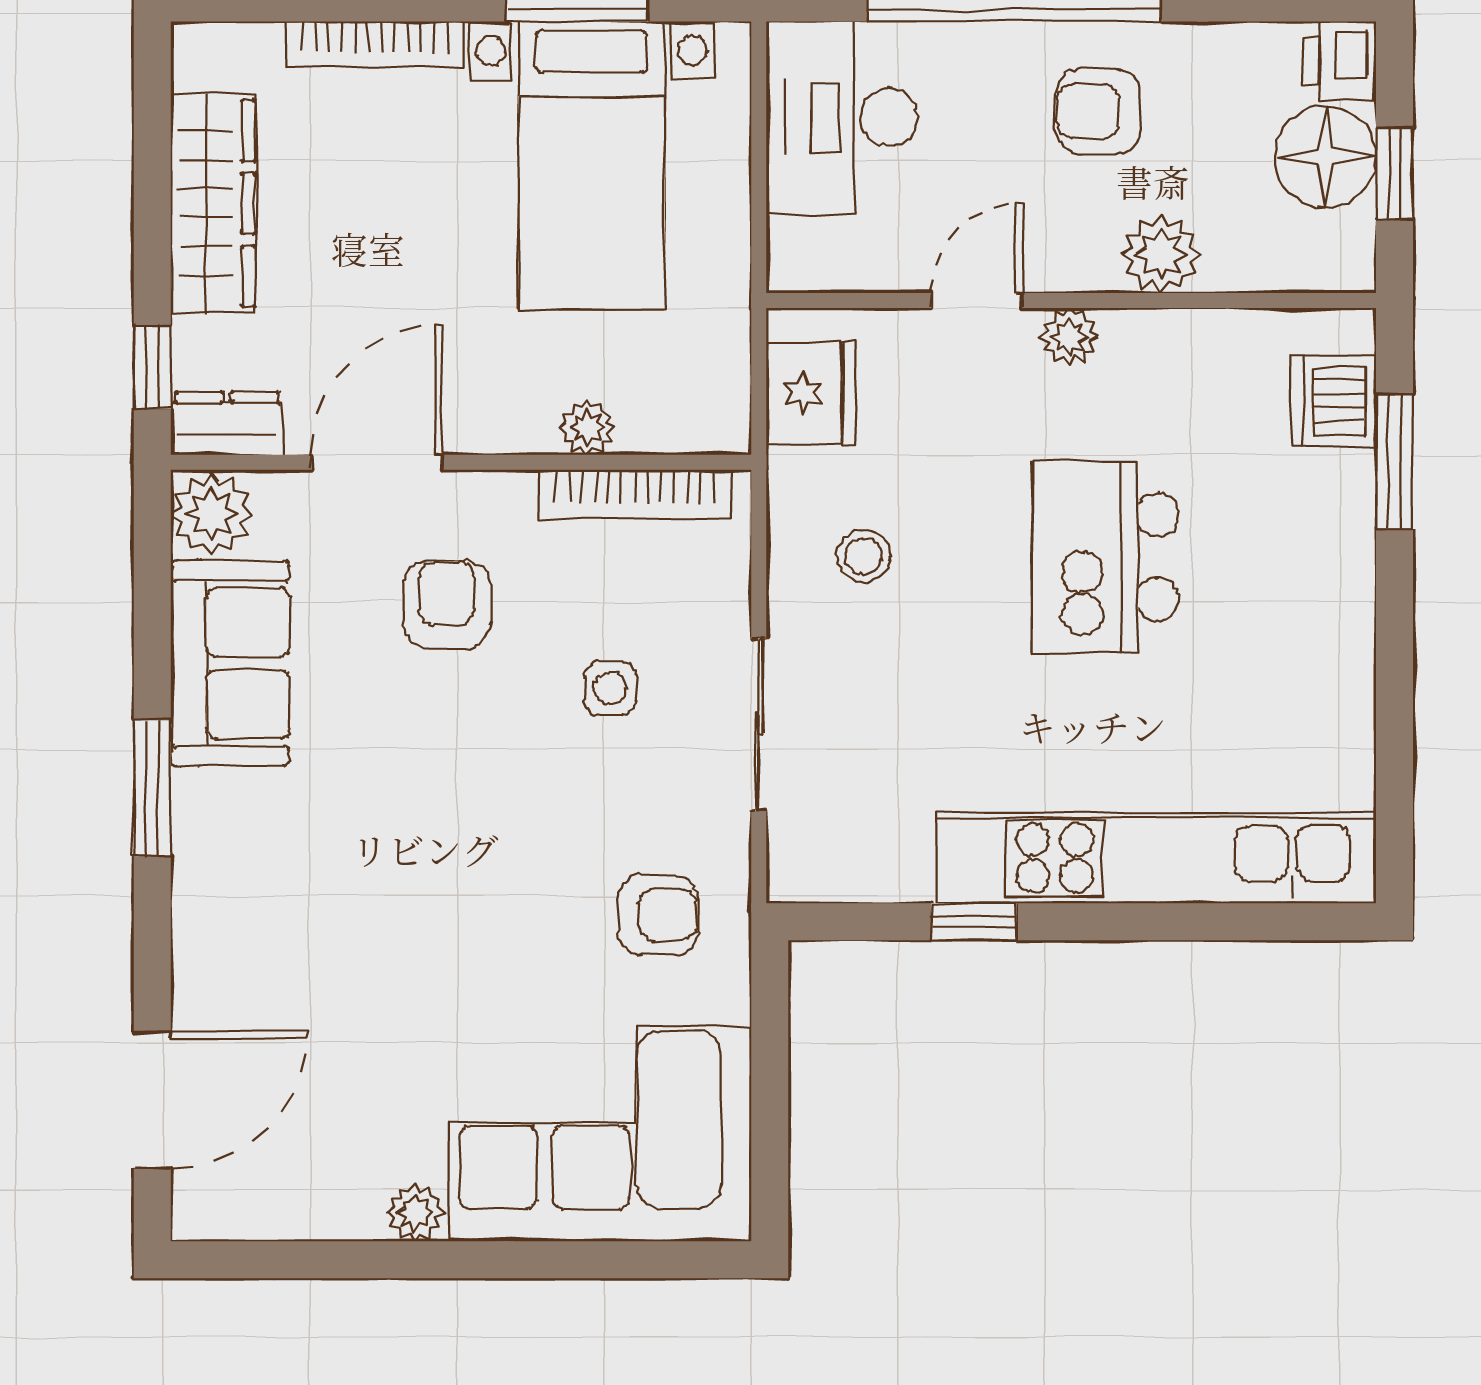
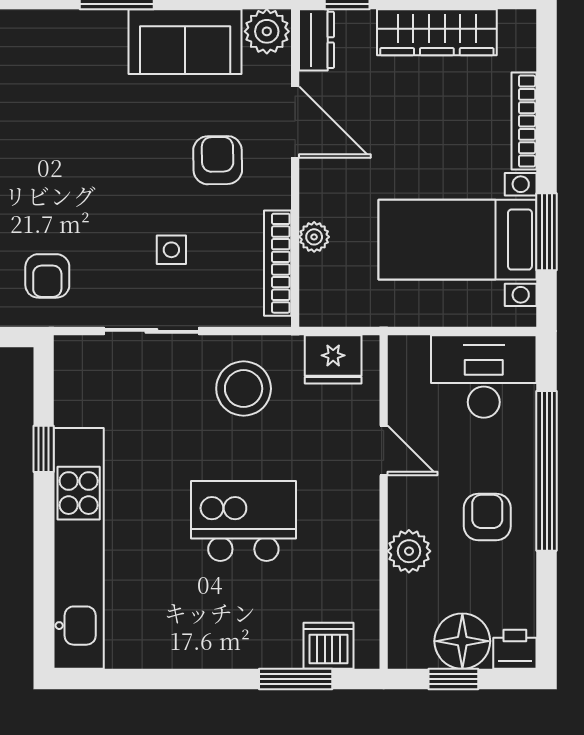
plant: (1069, 337) -> (364, 501), removed
stool: (864, 556) -> (244, 389), width x1.89, depth x1.89
armchair: (447, 604) -> (218, 160), turned -91

